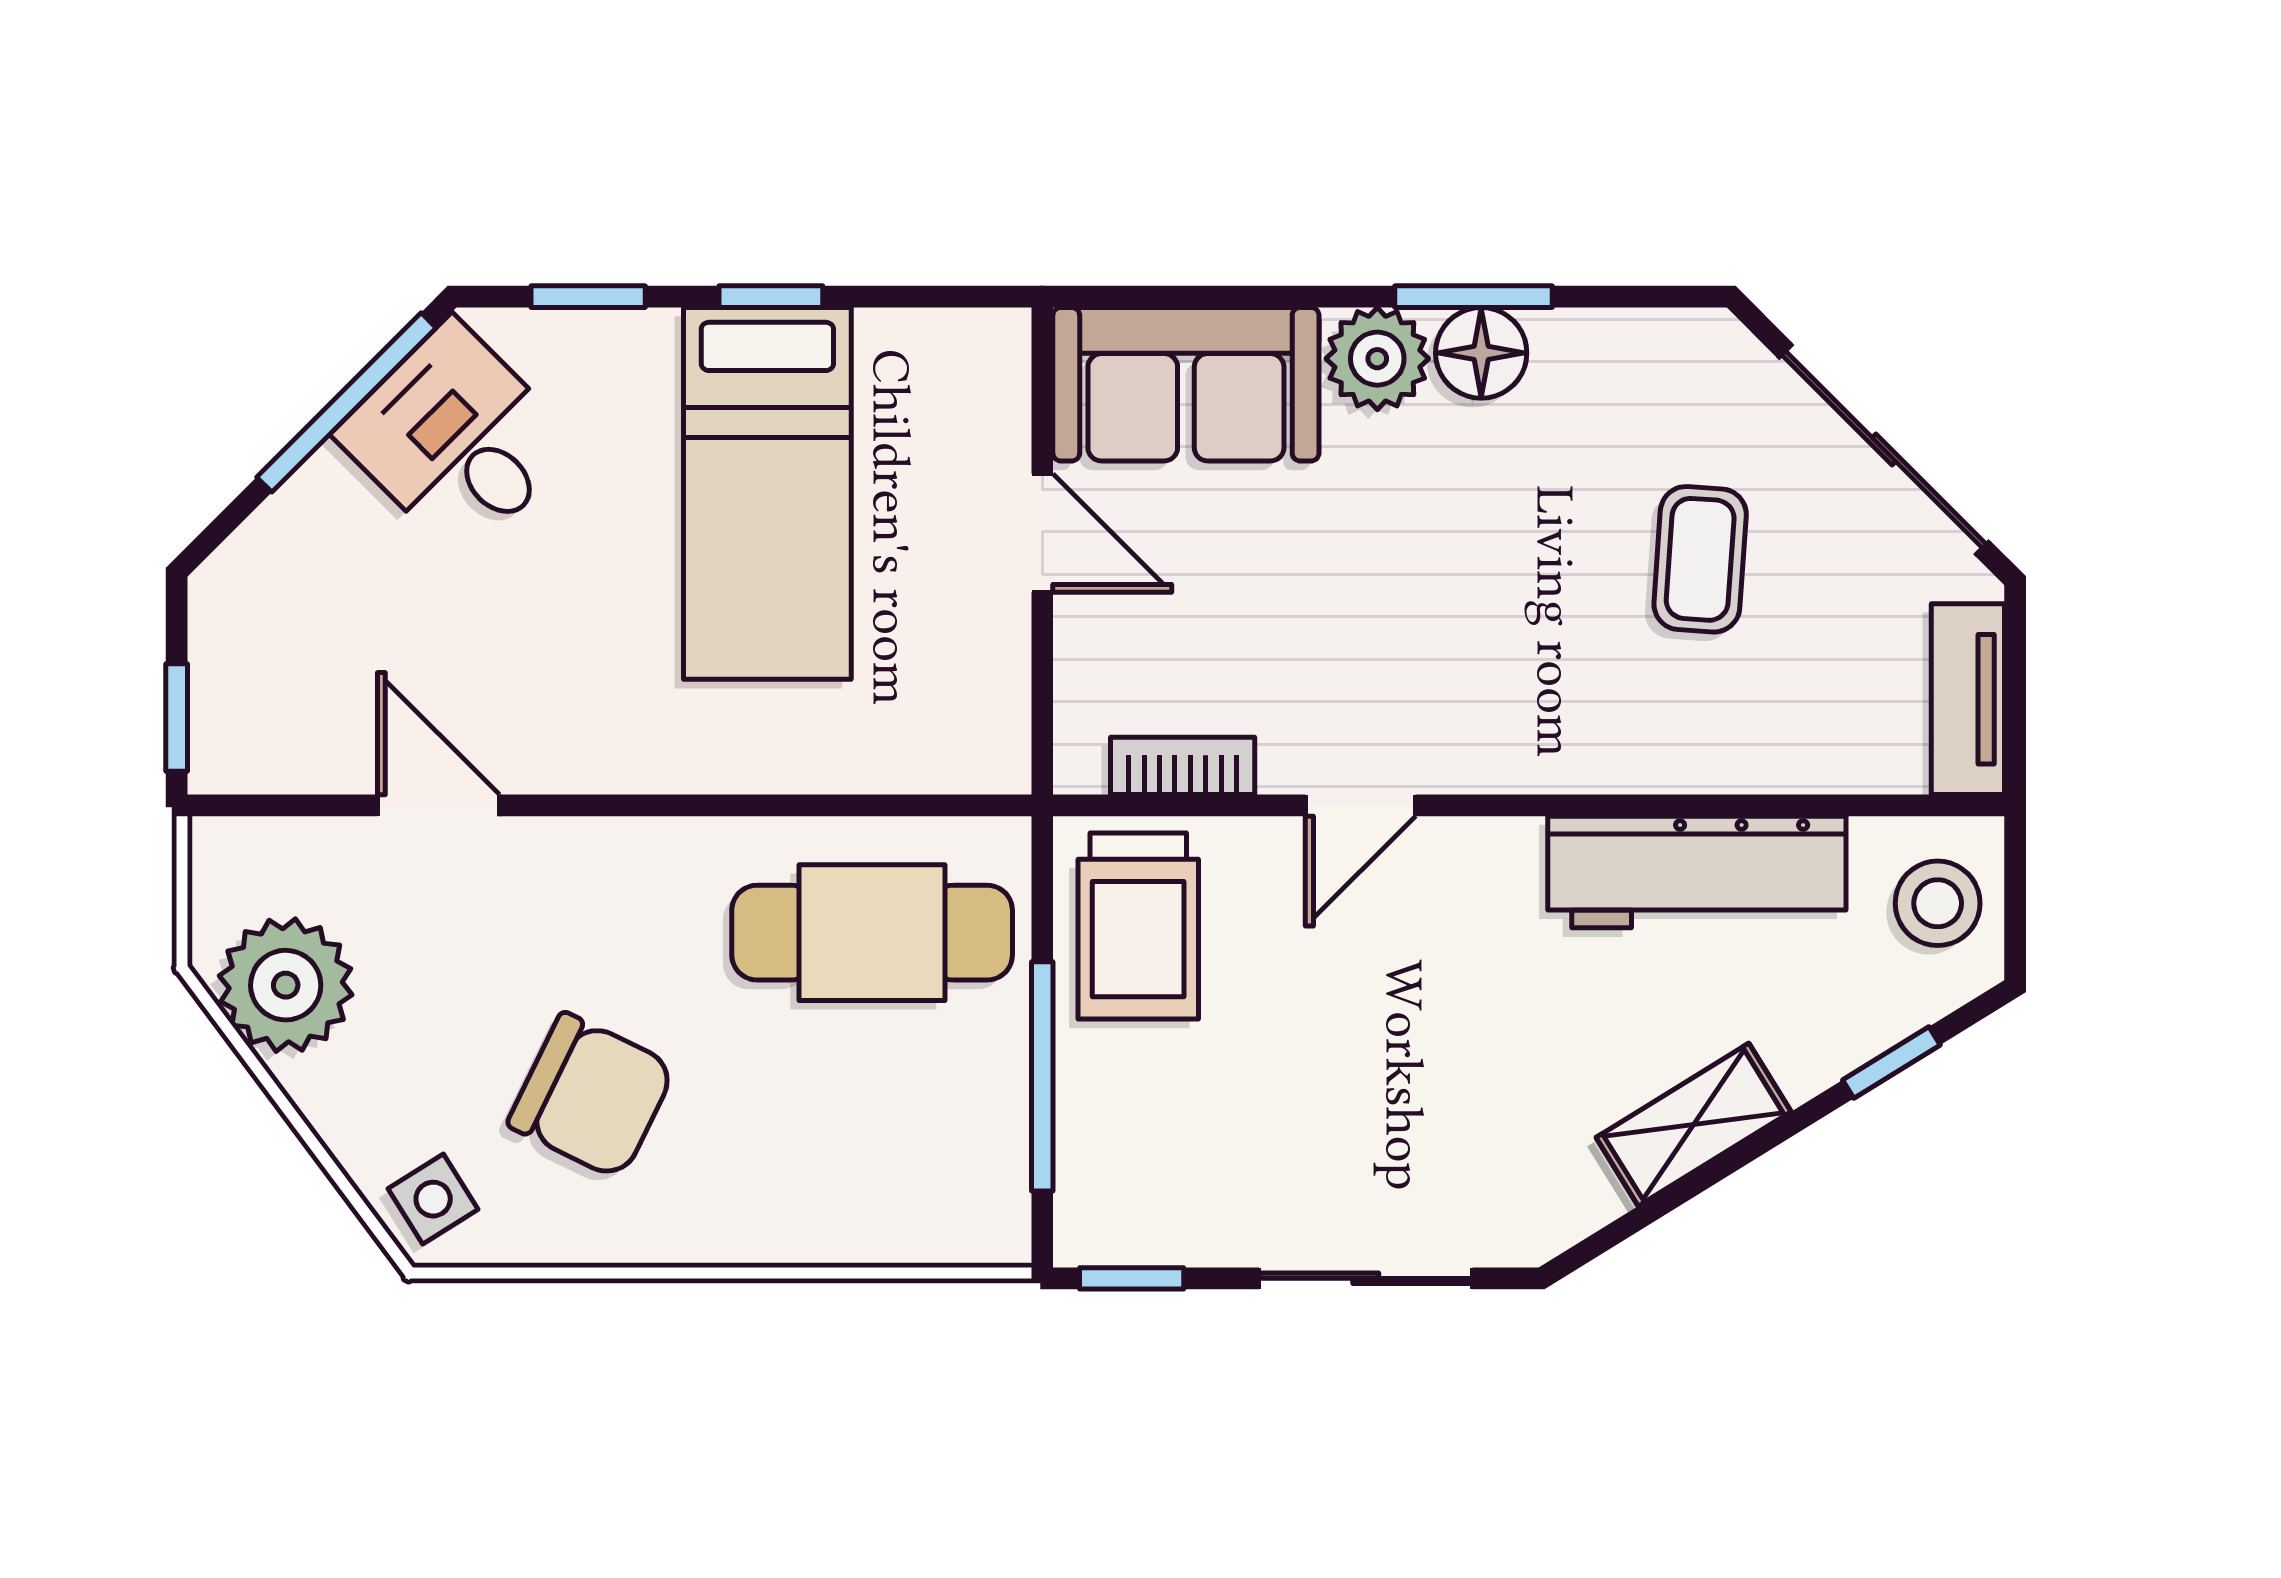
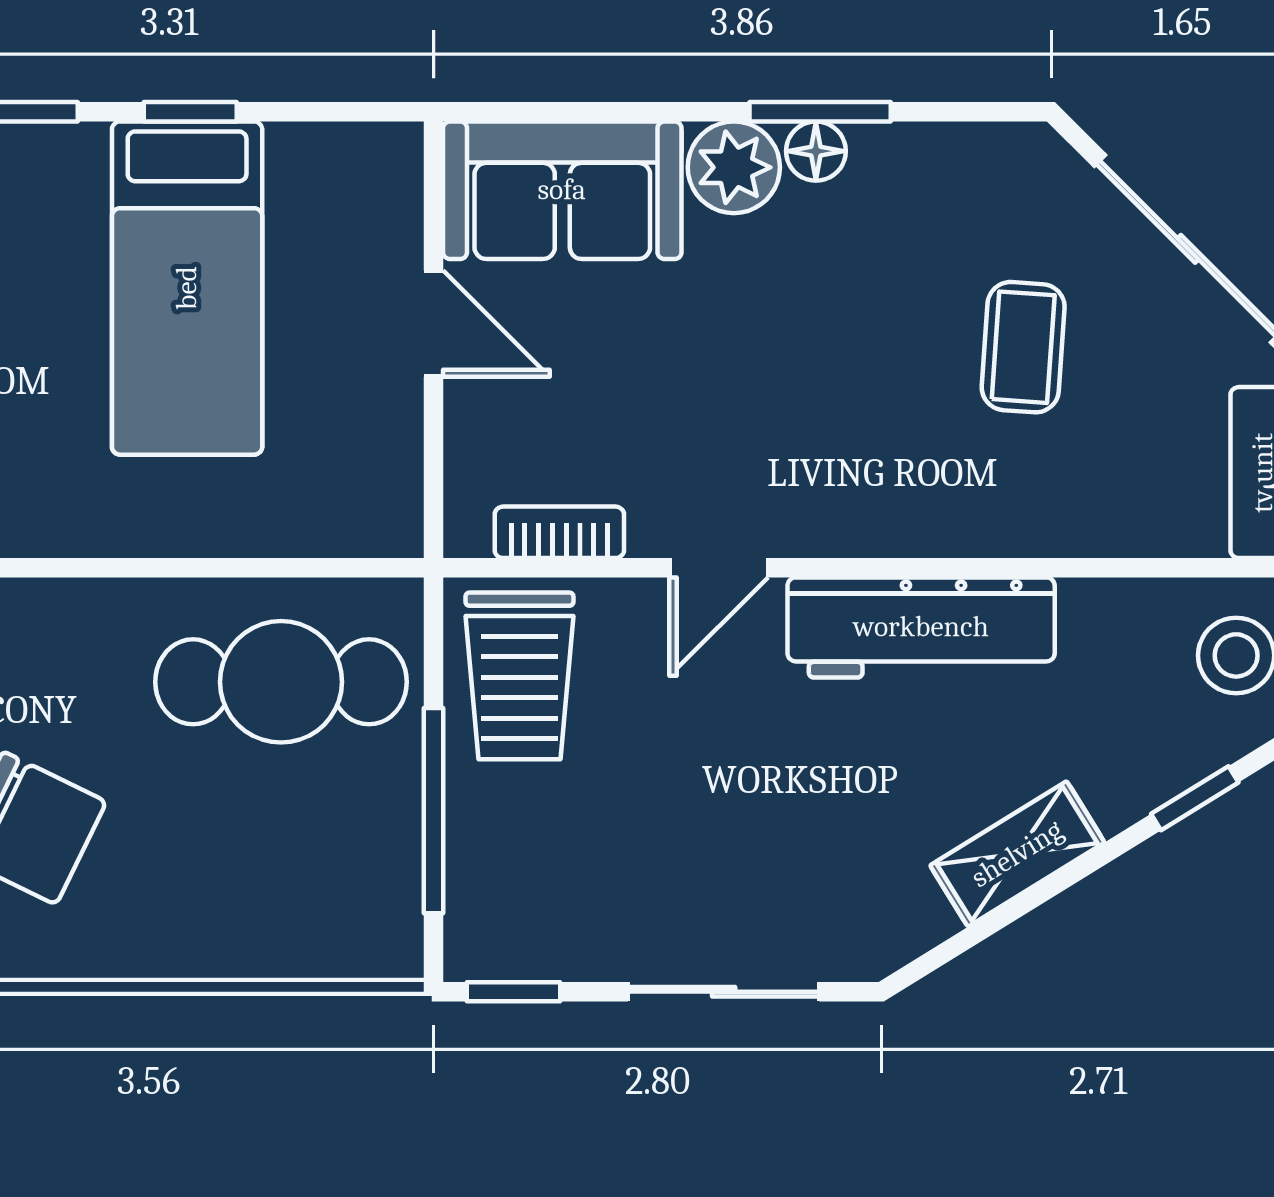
floor lamp: (1481, 353) -> (816, 151), width x0.73, depth x0.73
workbench: (1697, 872) -> (921, 627), moved

